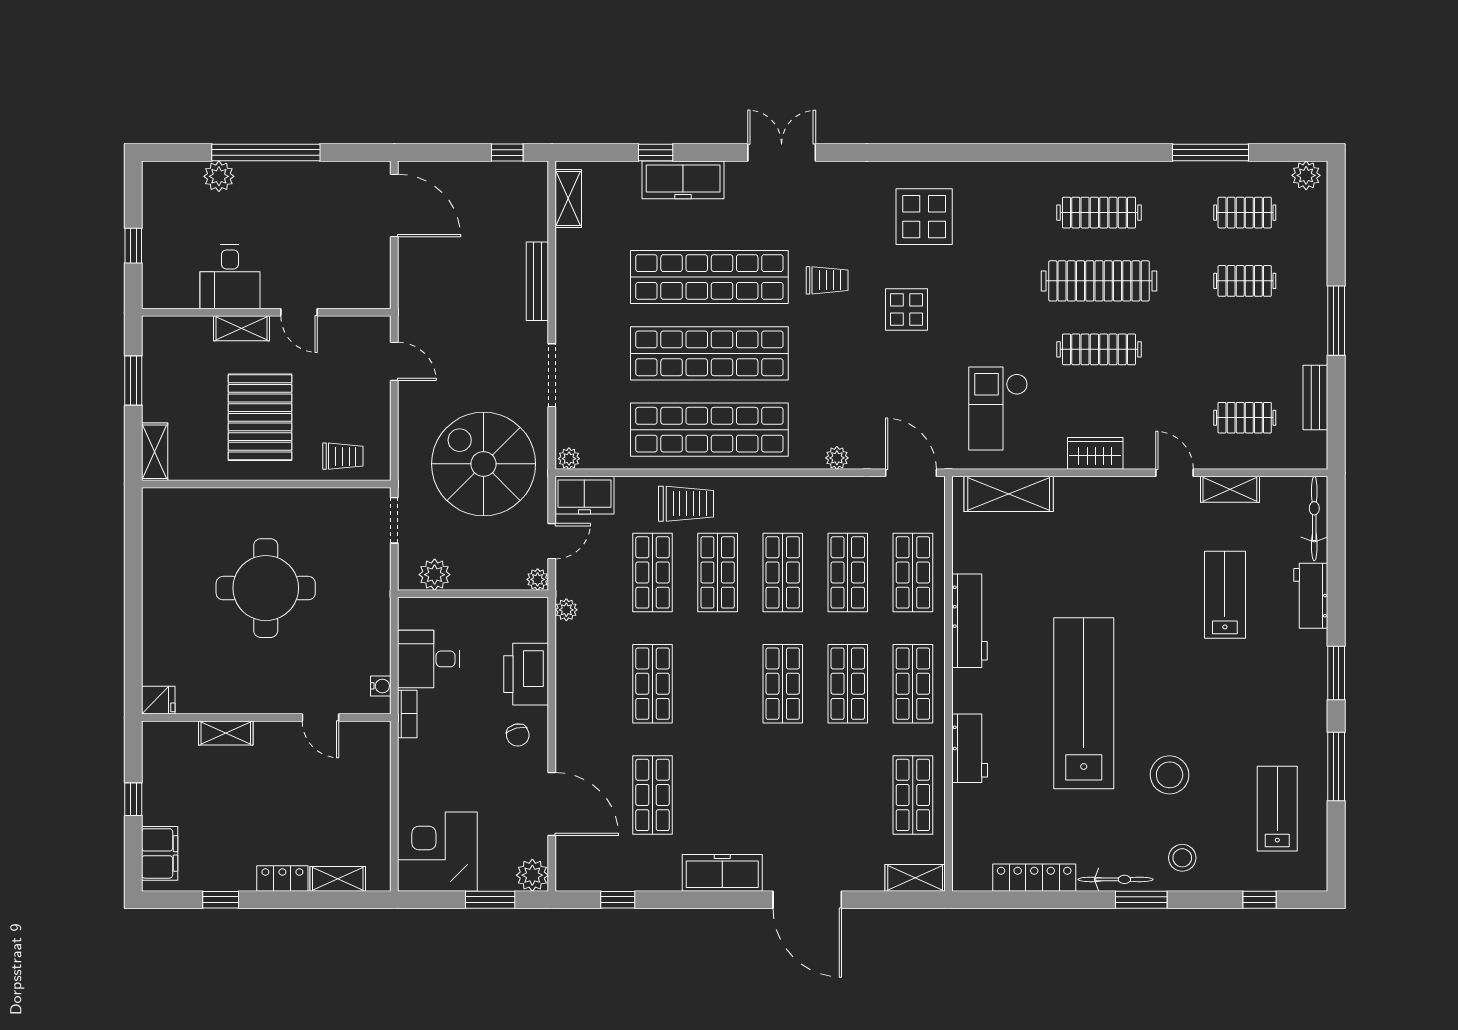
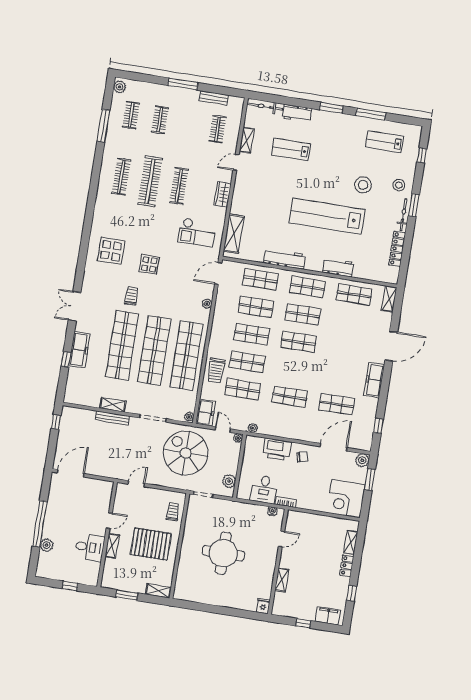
shelving: (568, 199) -> (113, 405), moved
spiral stairs: (484, 464) -> (186, 453), turned 90
trolley: (686, 504) -> (216, 370), turned 180

